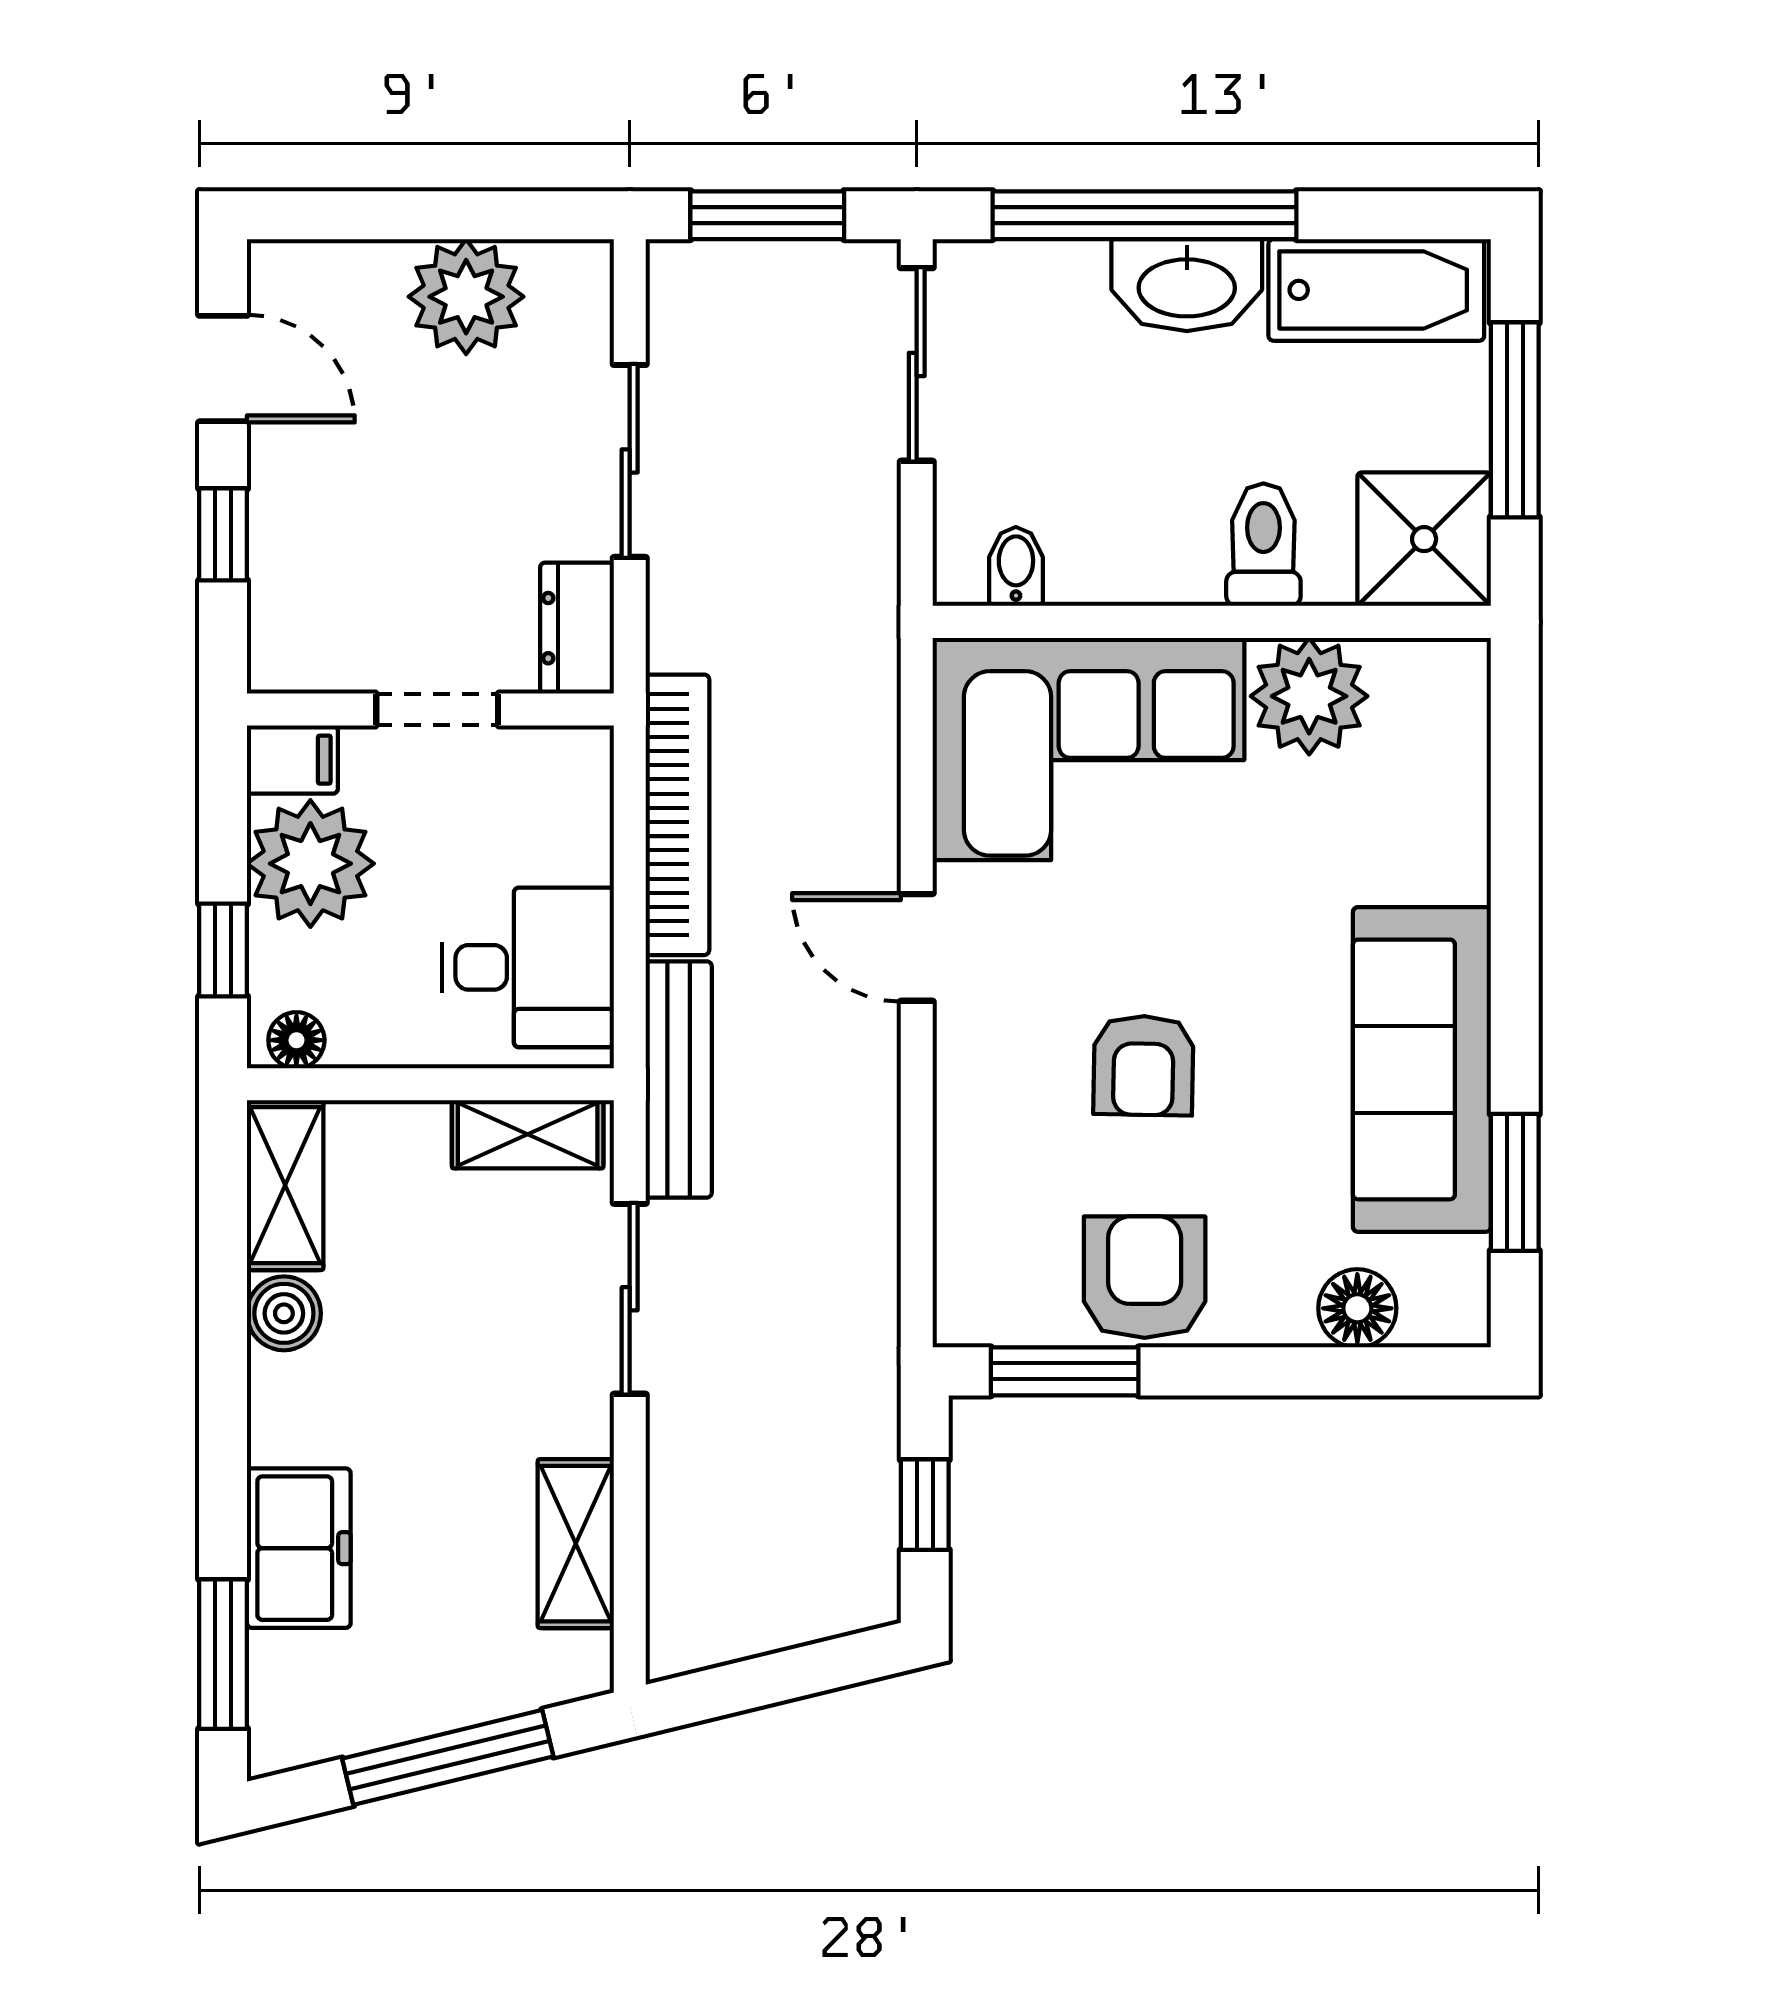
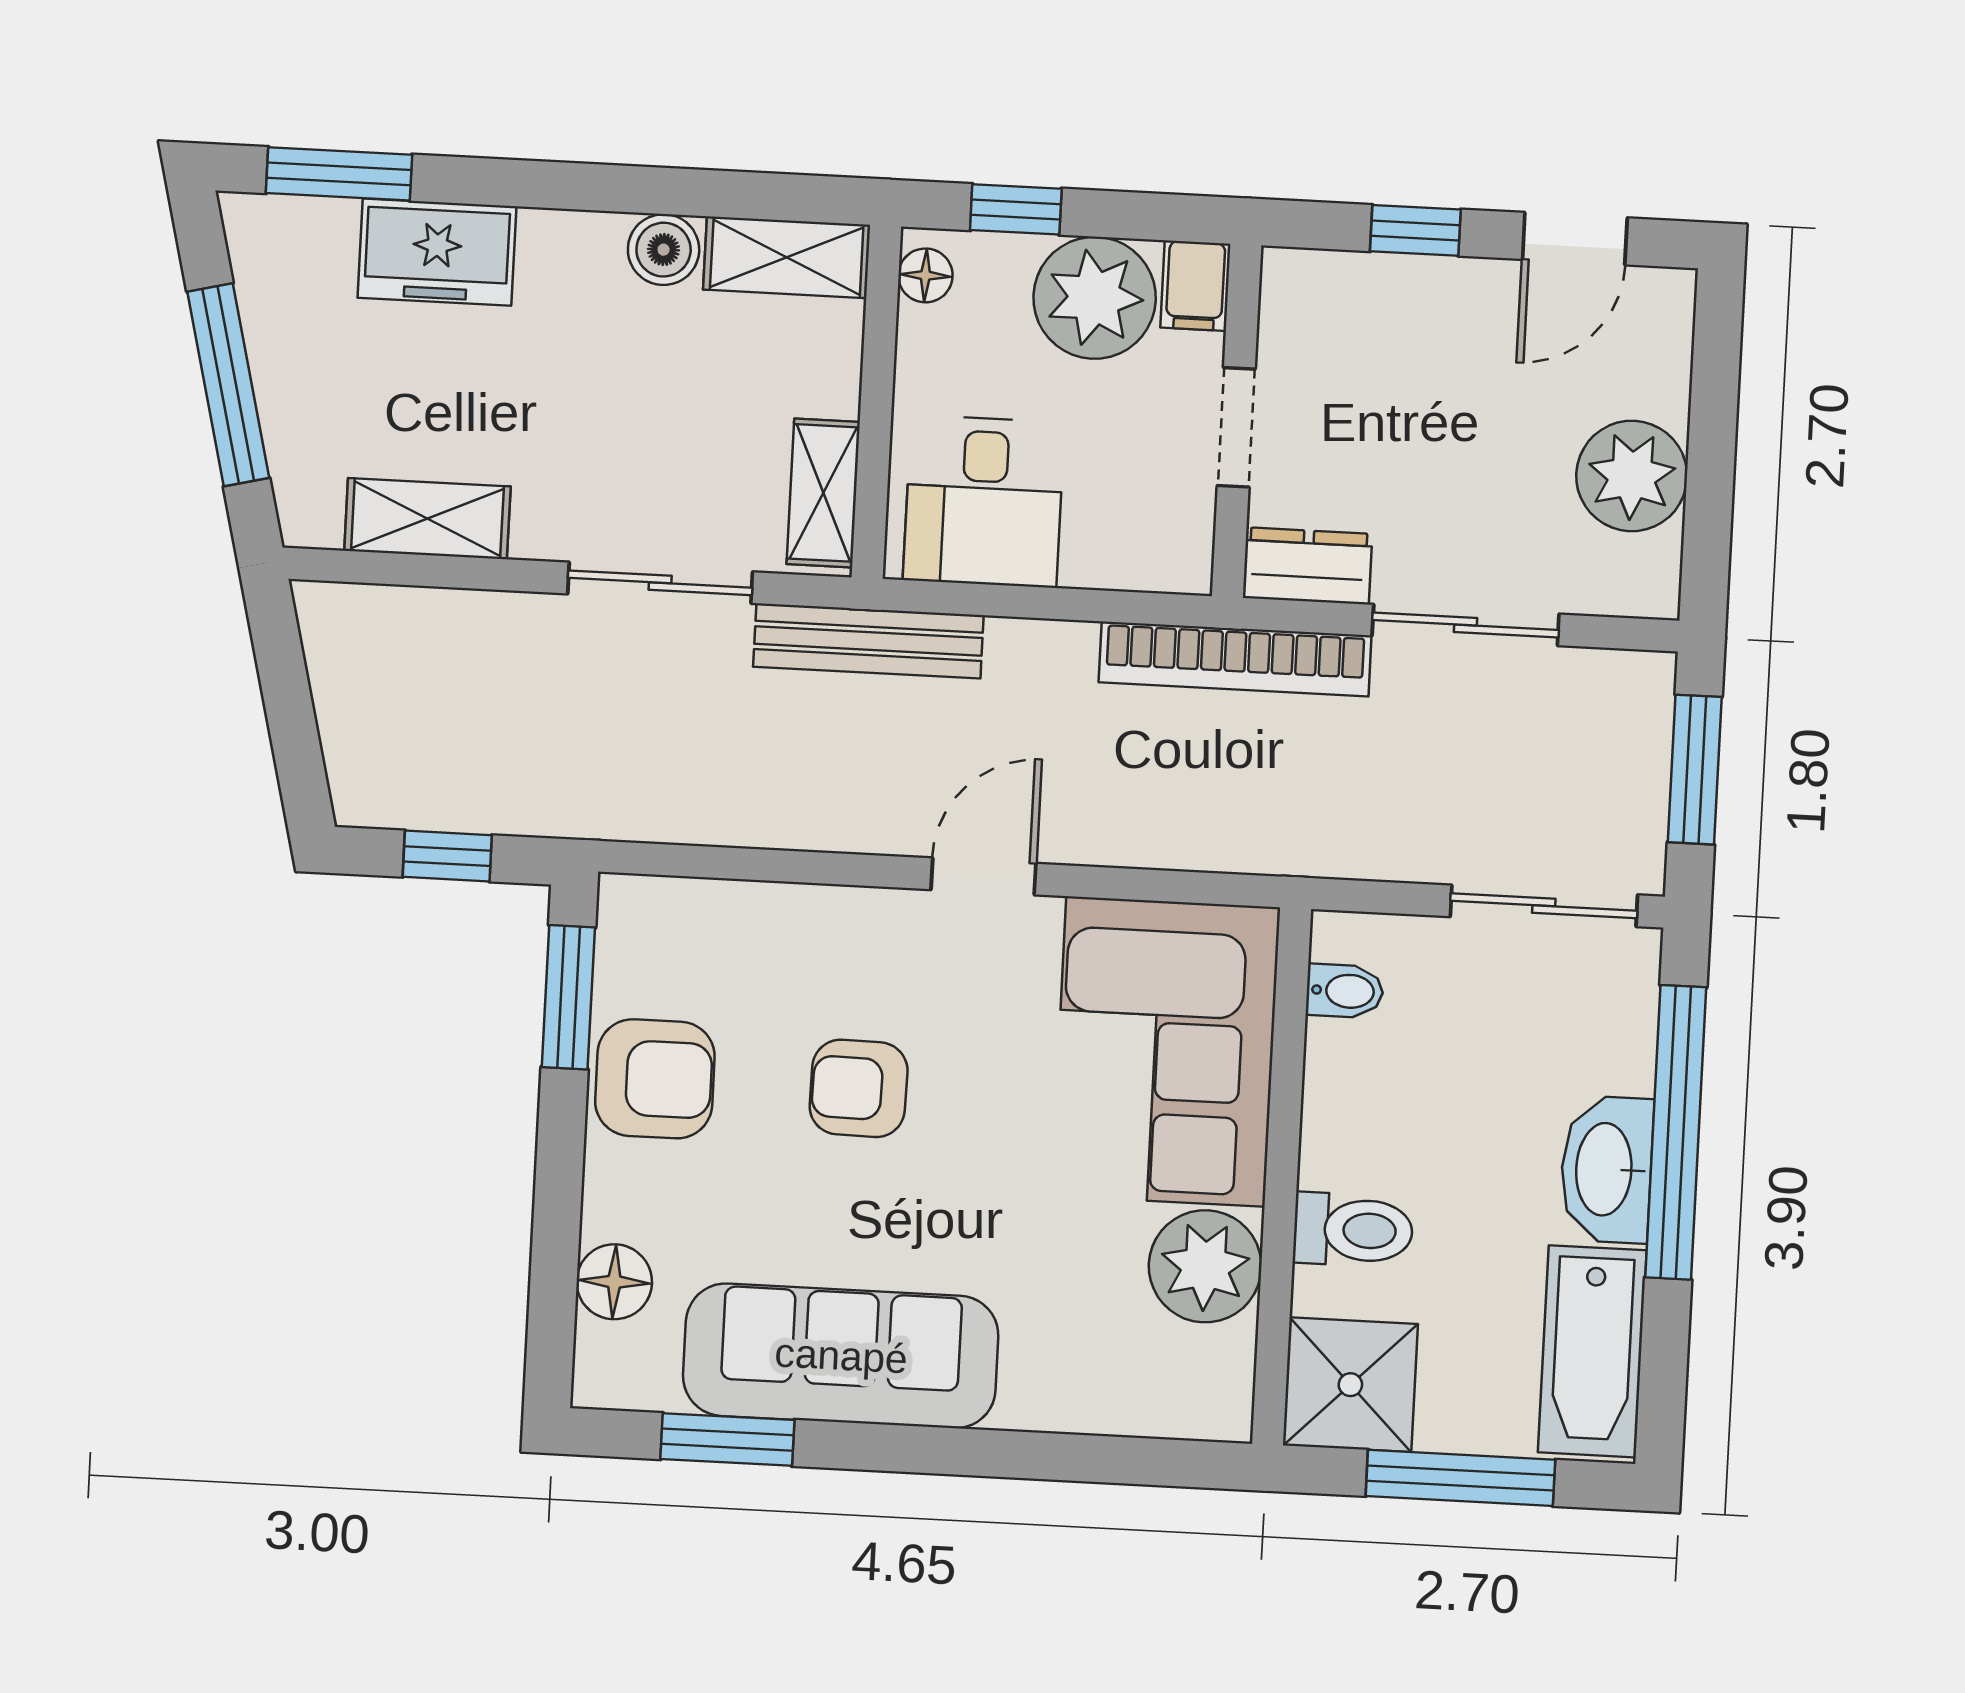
bookcase: (677, 815) -> (1235, 659), moved

